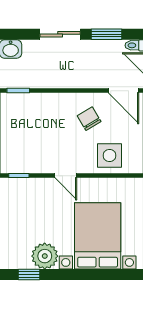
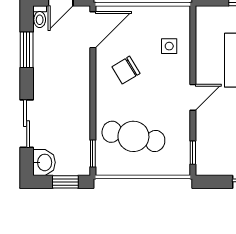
sliding door: (60, 34) -> (27, 124), moved
cafe table: (33, 125) -> (133, 136), added
side table: (110, 155) -> (169, 46), width x0.54, depth x0.54

